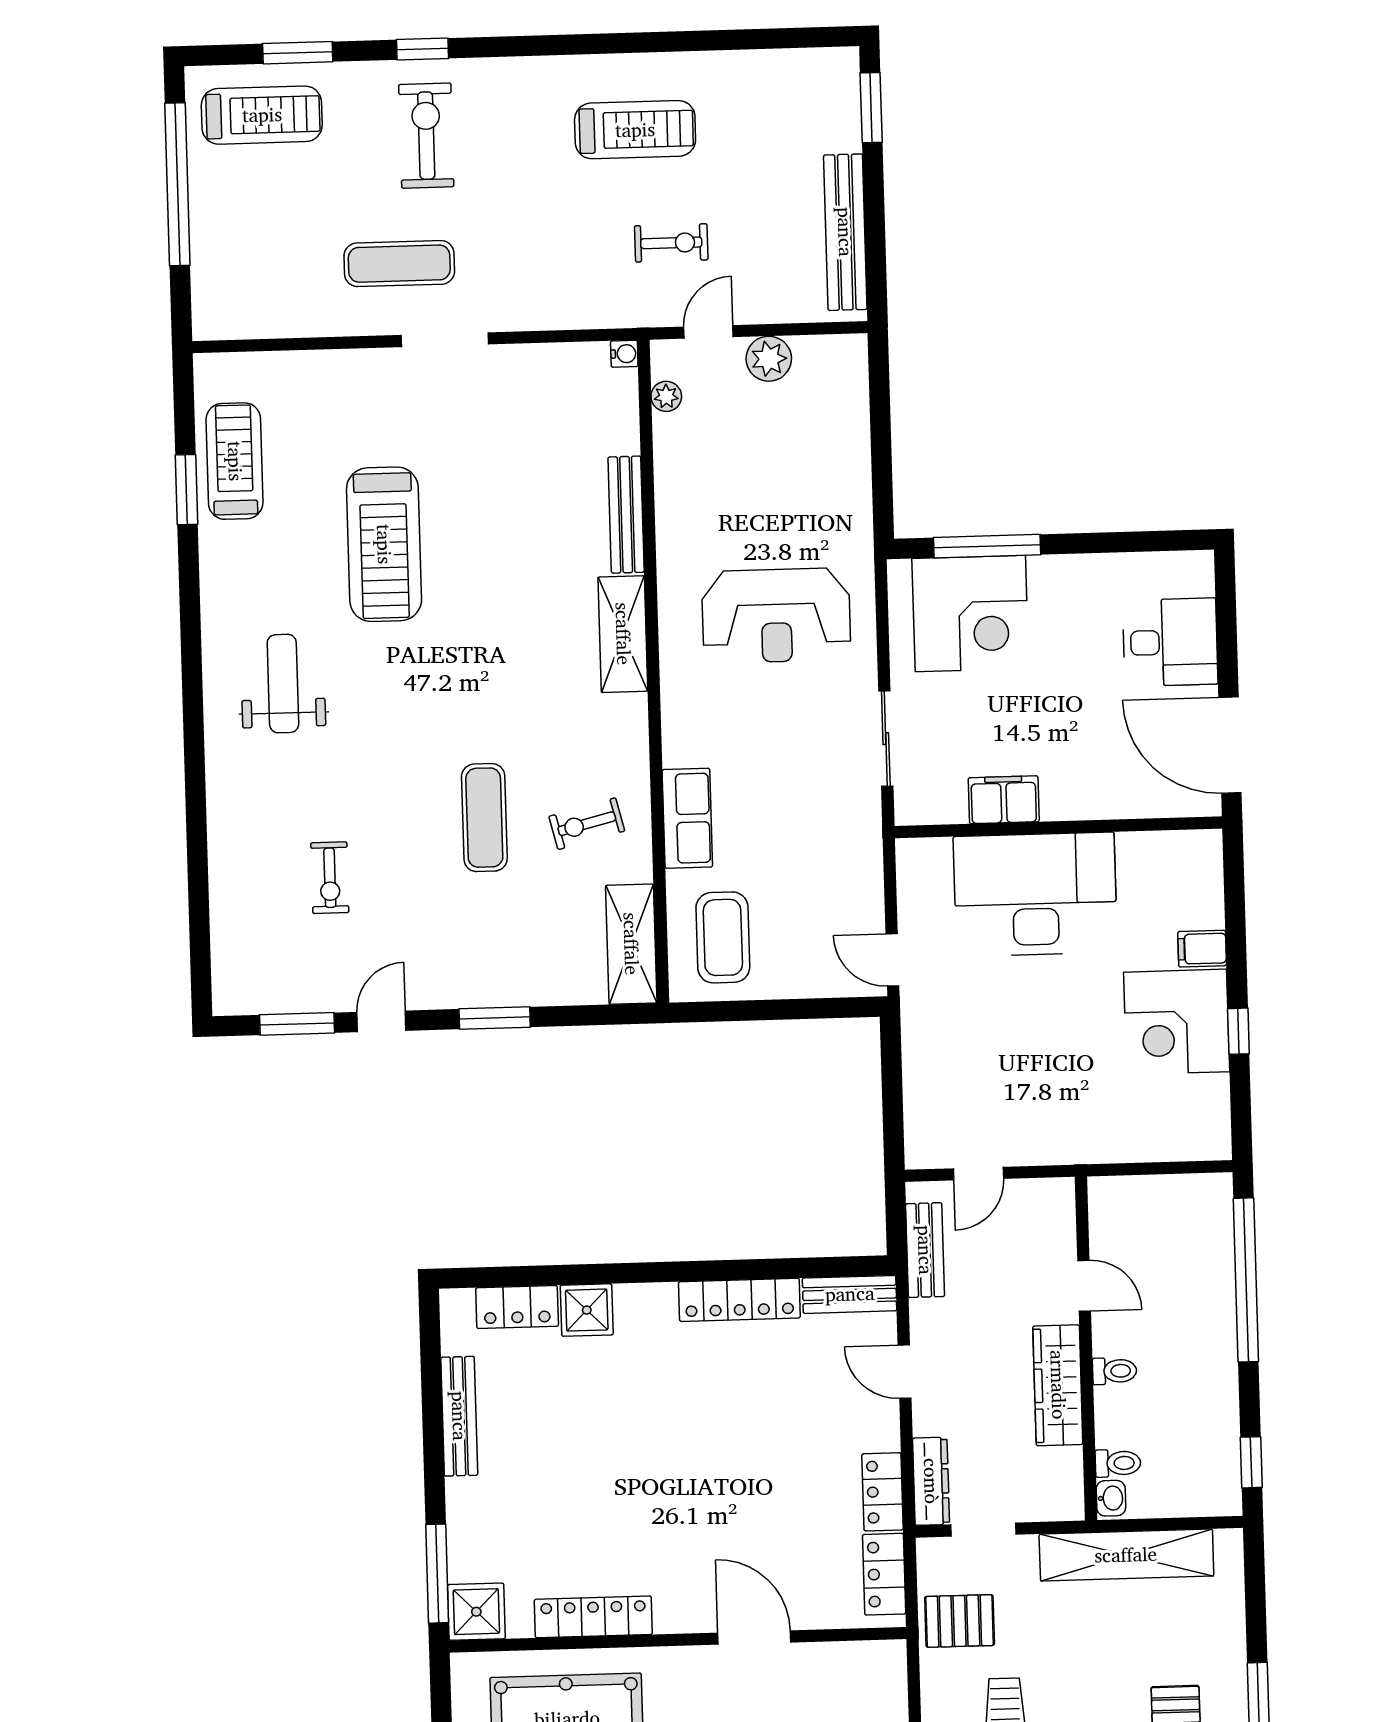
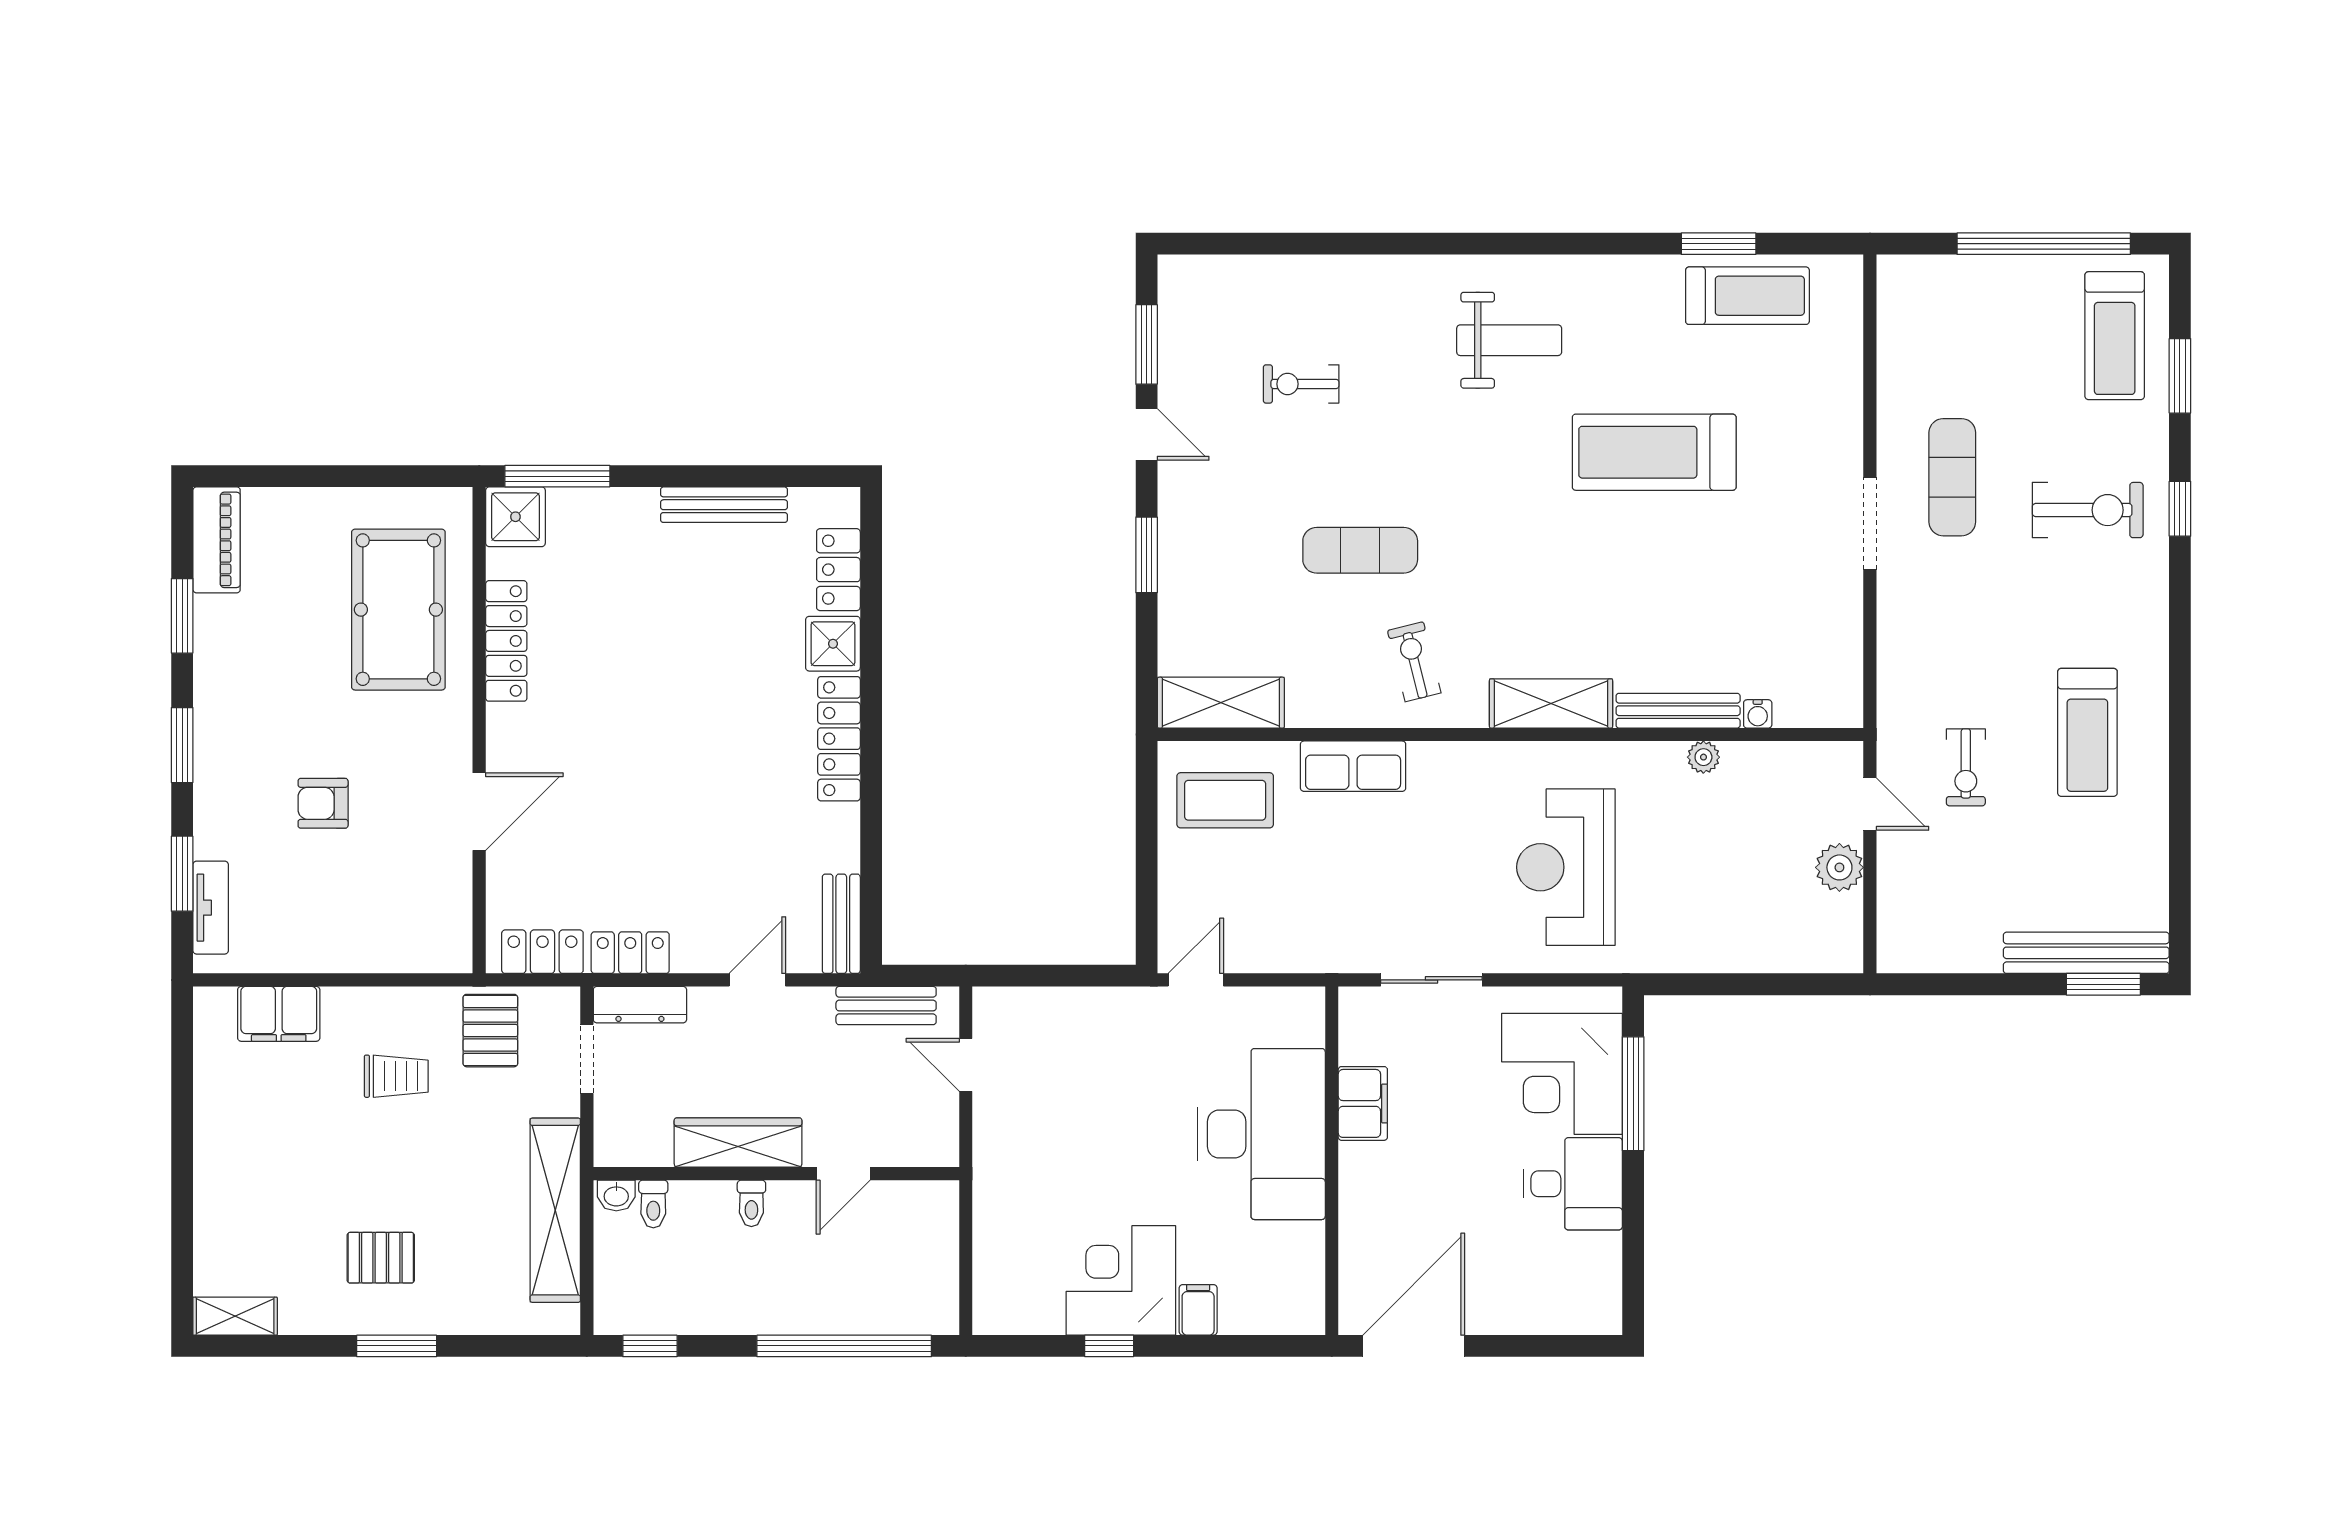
bench: (845, 232) -> (2086, 953), moved
water cooler: (624, 354) -> (1758, 714), moved
plant: (666, 396) -> (1703, 757), moved
desk: (1170, 642) -> (1573, 1184), moved, turned -90
exercise bike: (587, 824) -> (1414, 662), moved
locker: (739, 1300) -> (839, 739), moved

